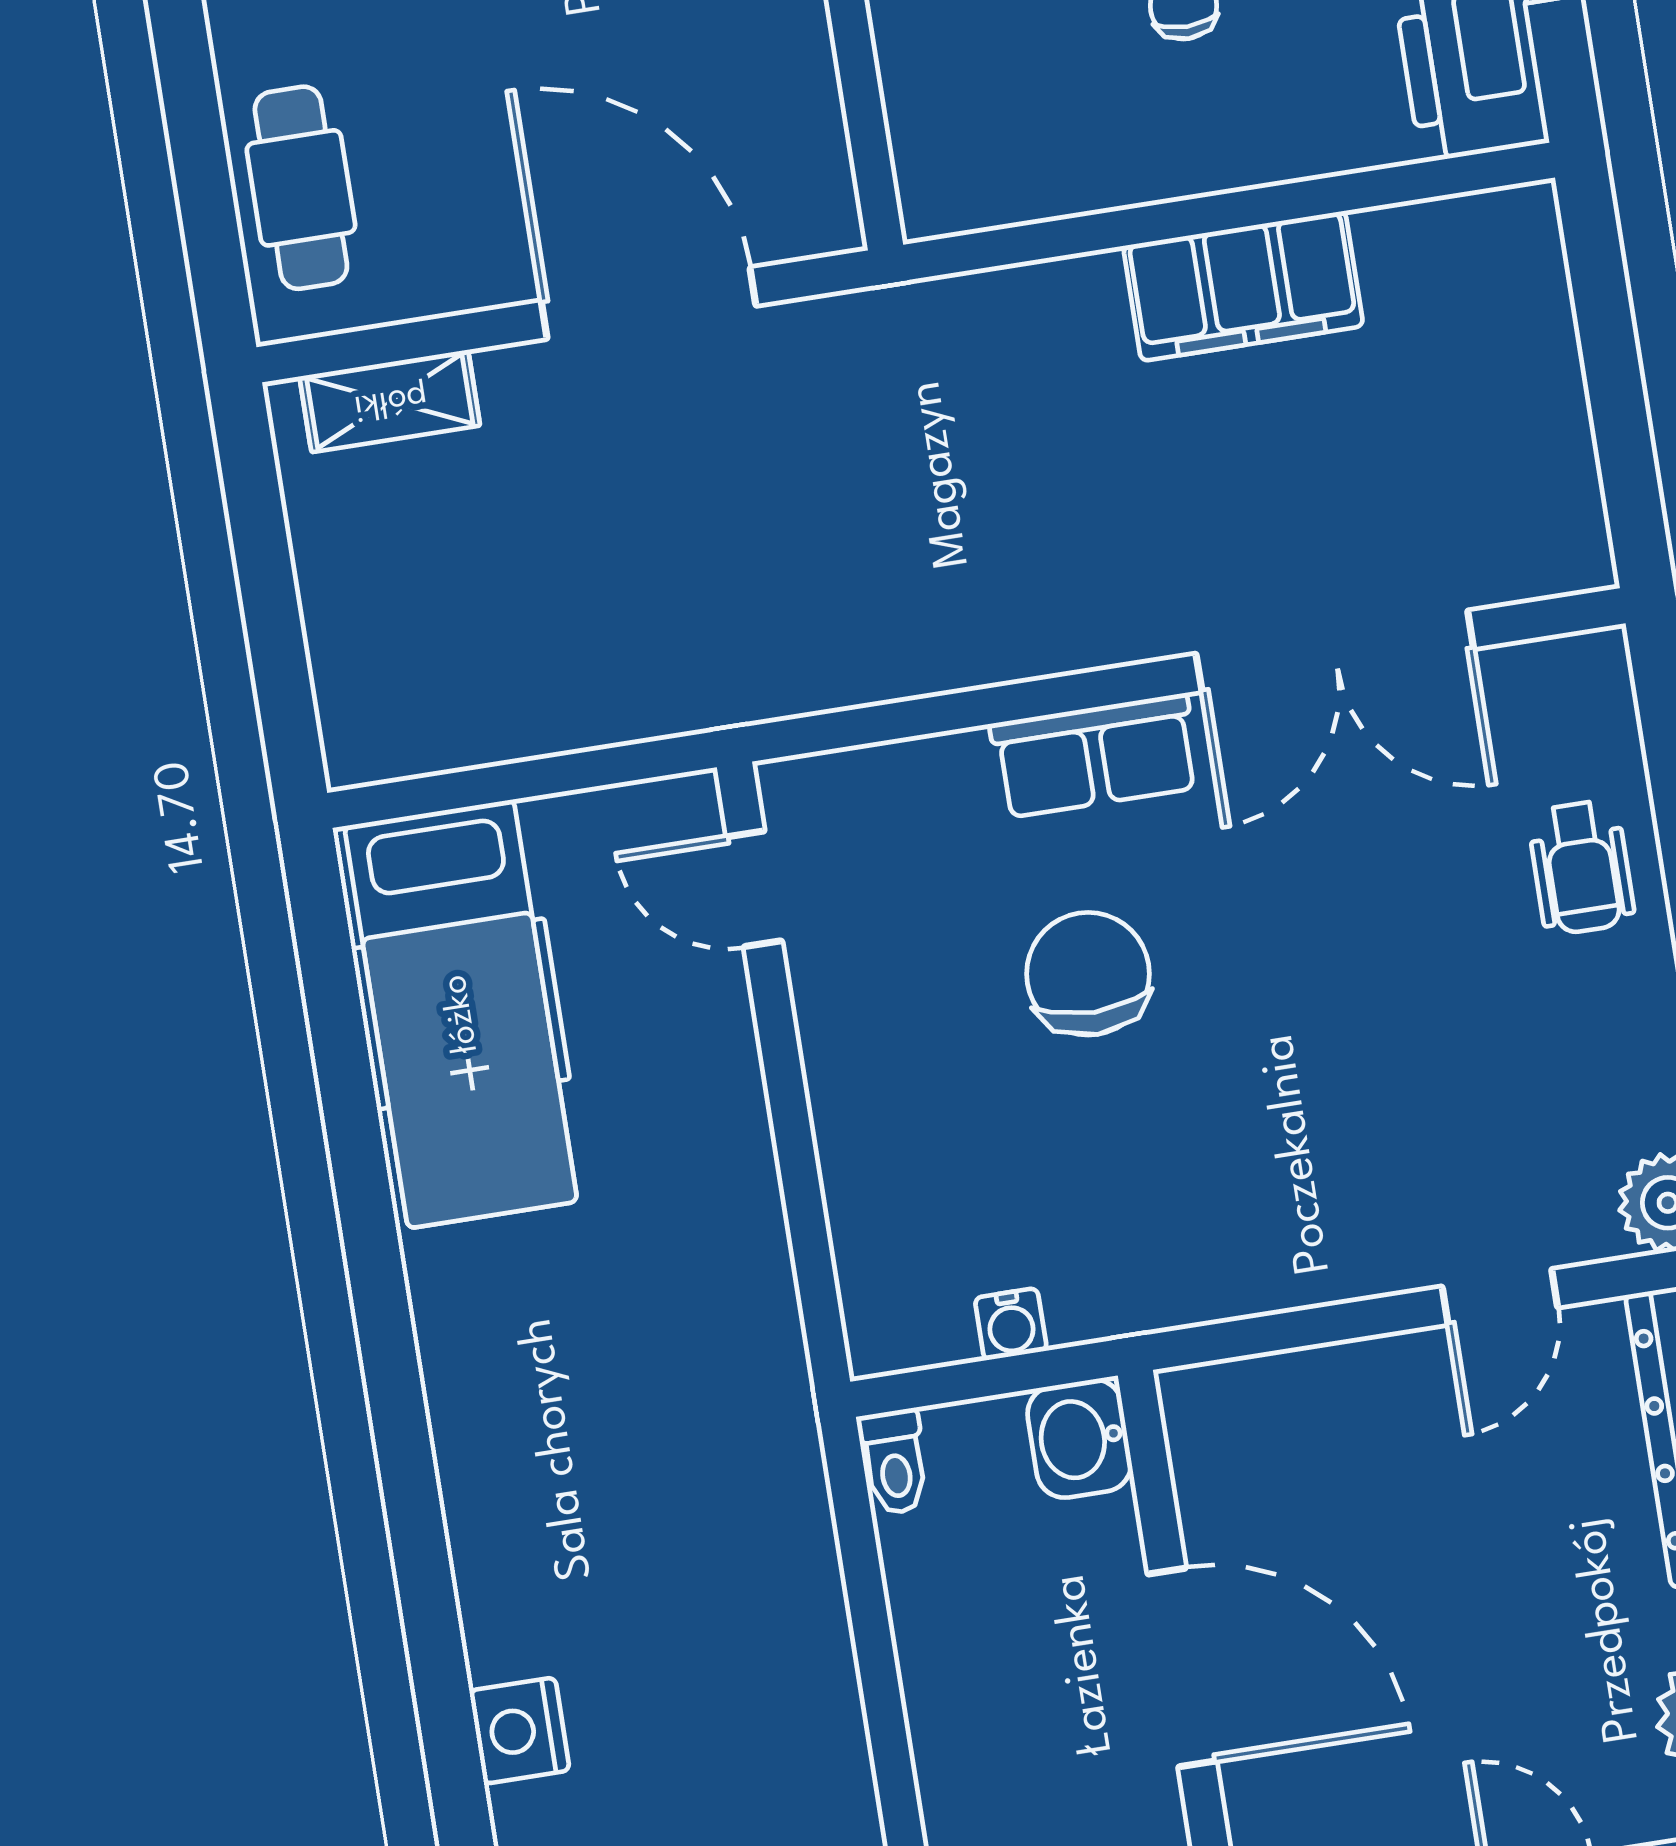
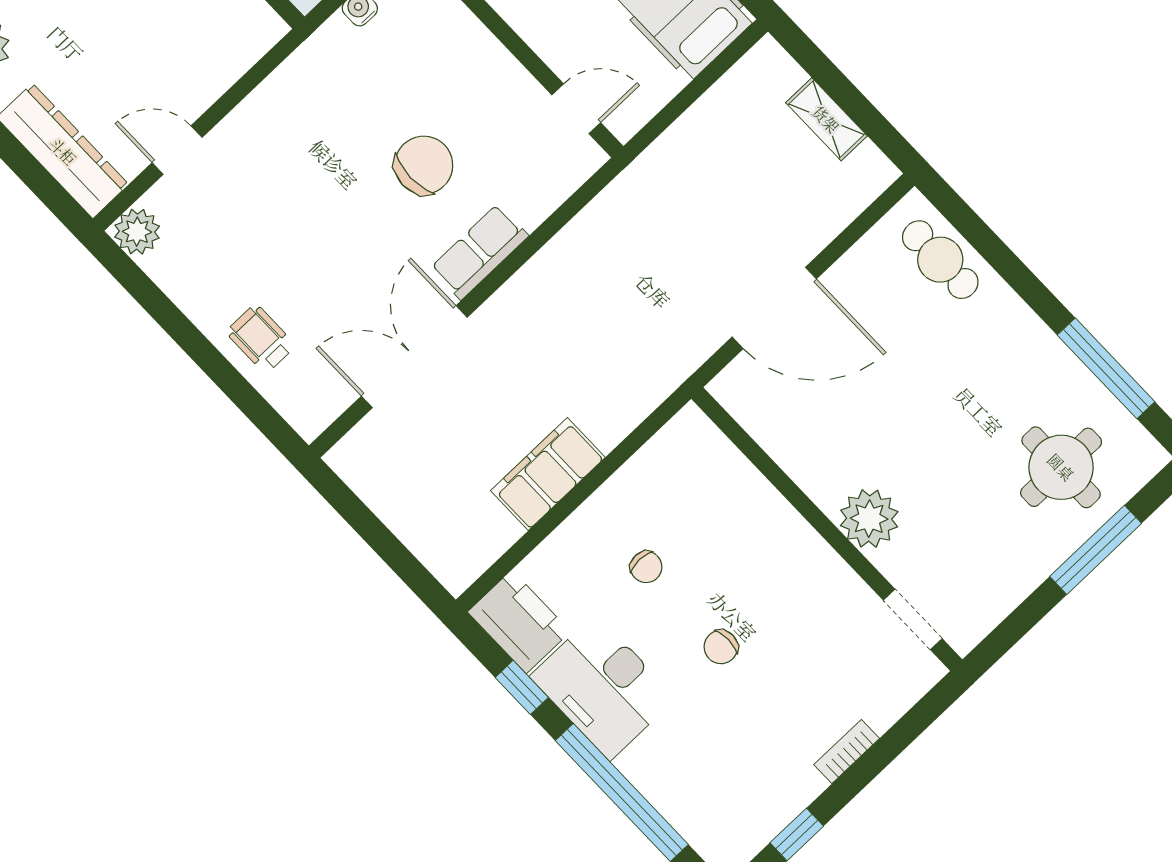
shelving: (390, 401) -> (826, 119), moved, turned 90
chair: (1088, 974) -> (424, 165), turned -90
door: (1500, 1297) -> (177, 150), hinge flipped

